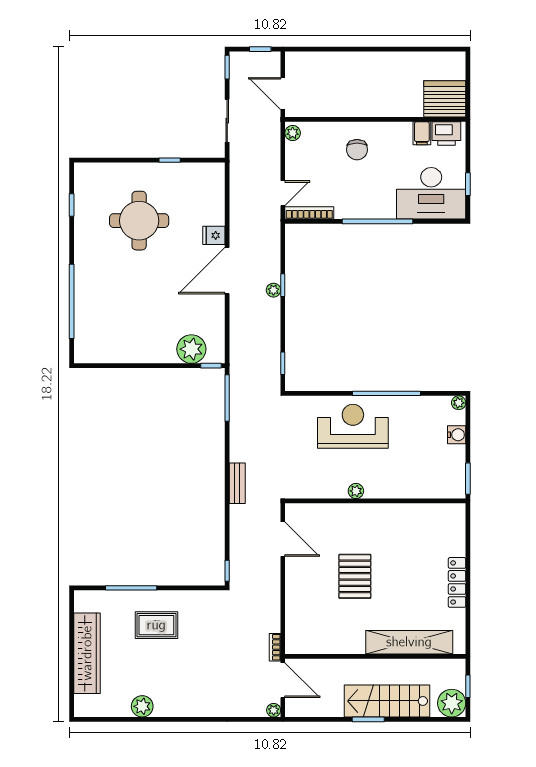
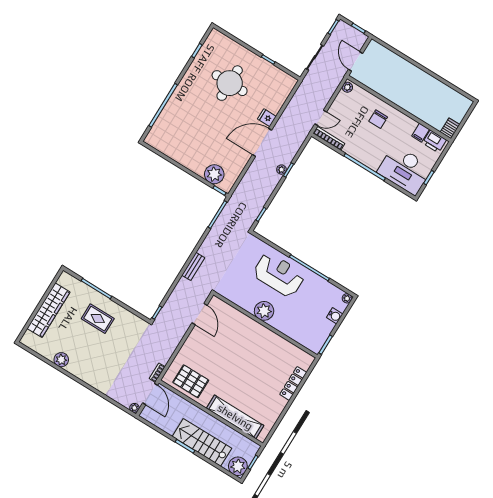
server rack: (445, 99) -> (450, 128), width x0.46, depth x0.70
plant: (356, 491) -> (264, 311), width x1.88, depth x1.88
pallet: (355, 576) -> (191, 381), moved, turned 90
locker: (457, 582) -> (293, 383), moved

